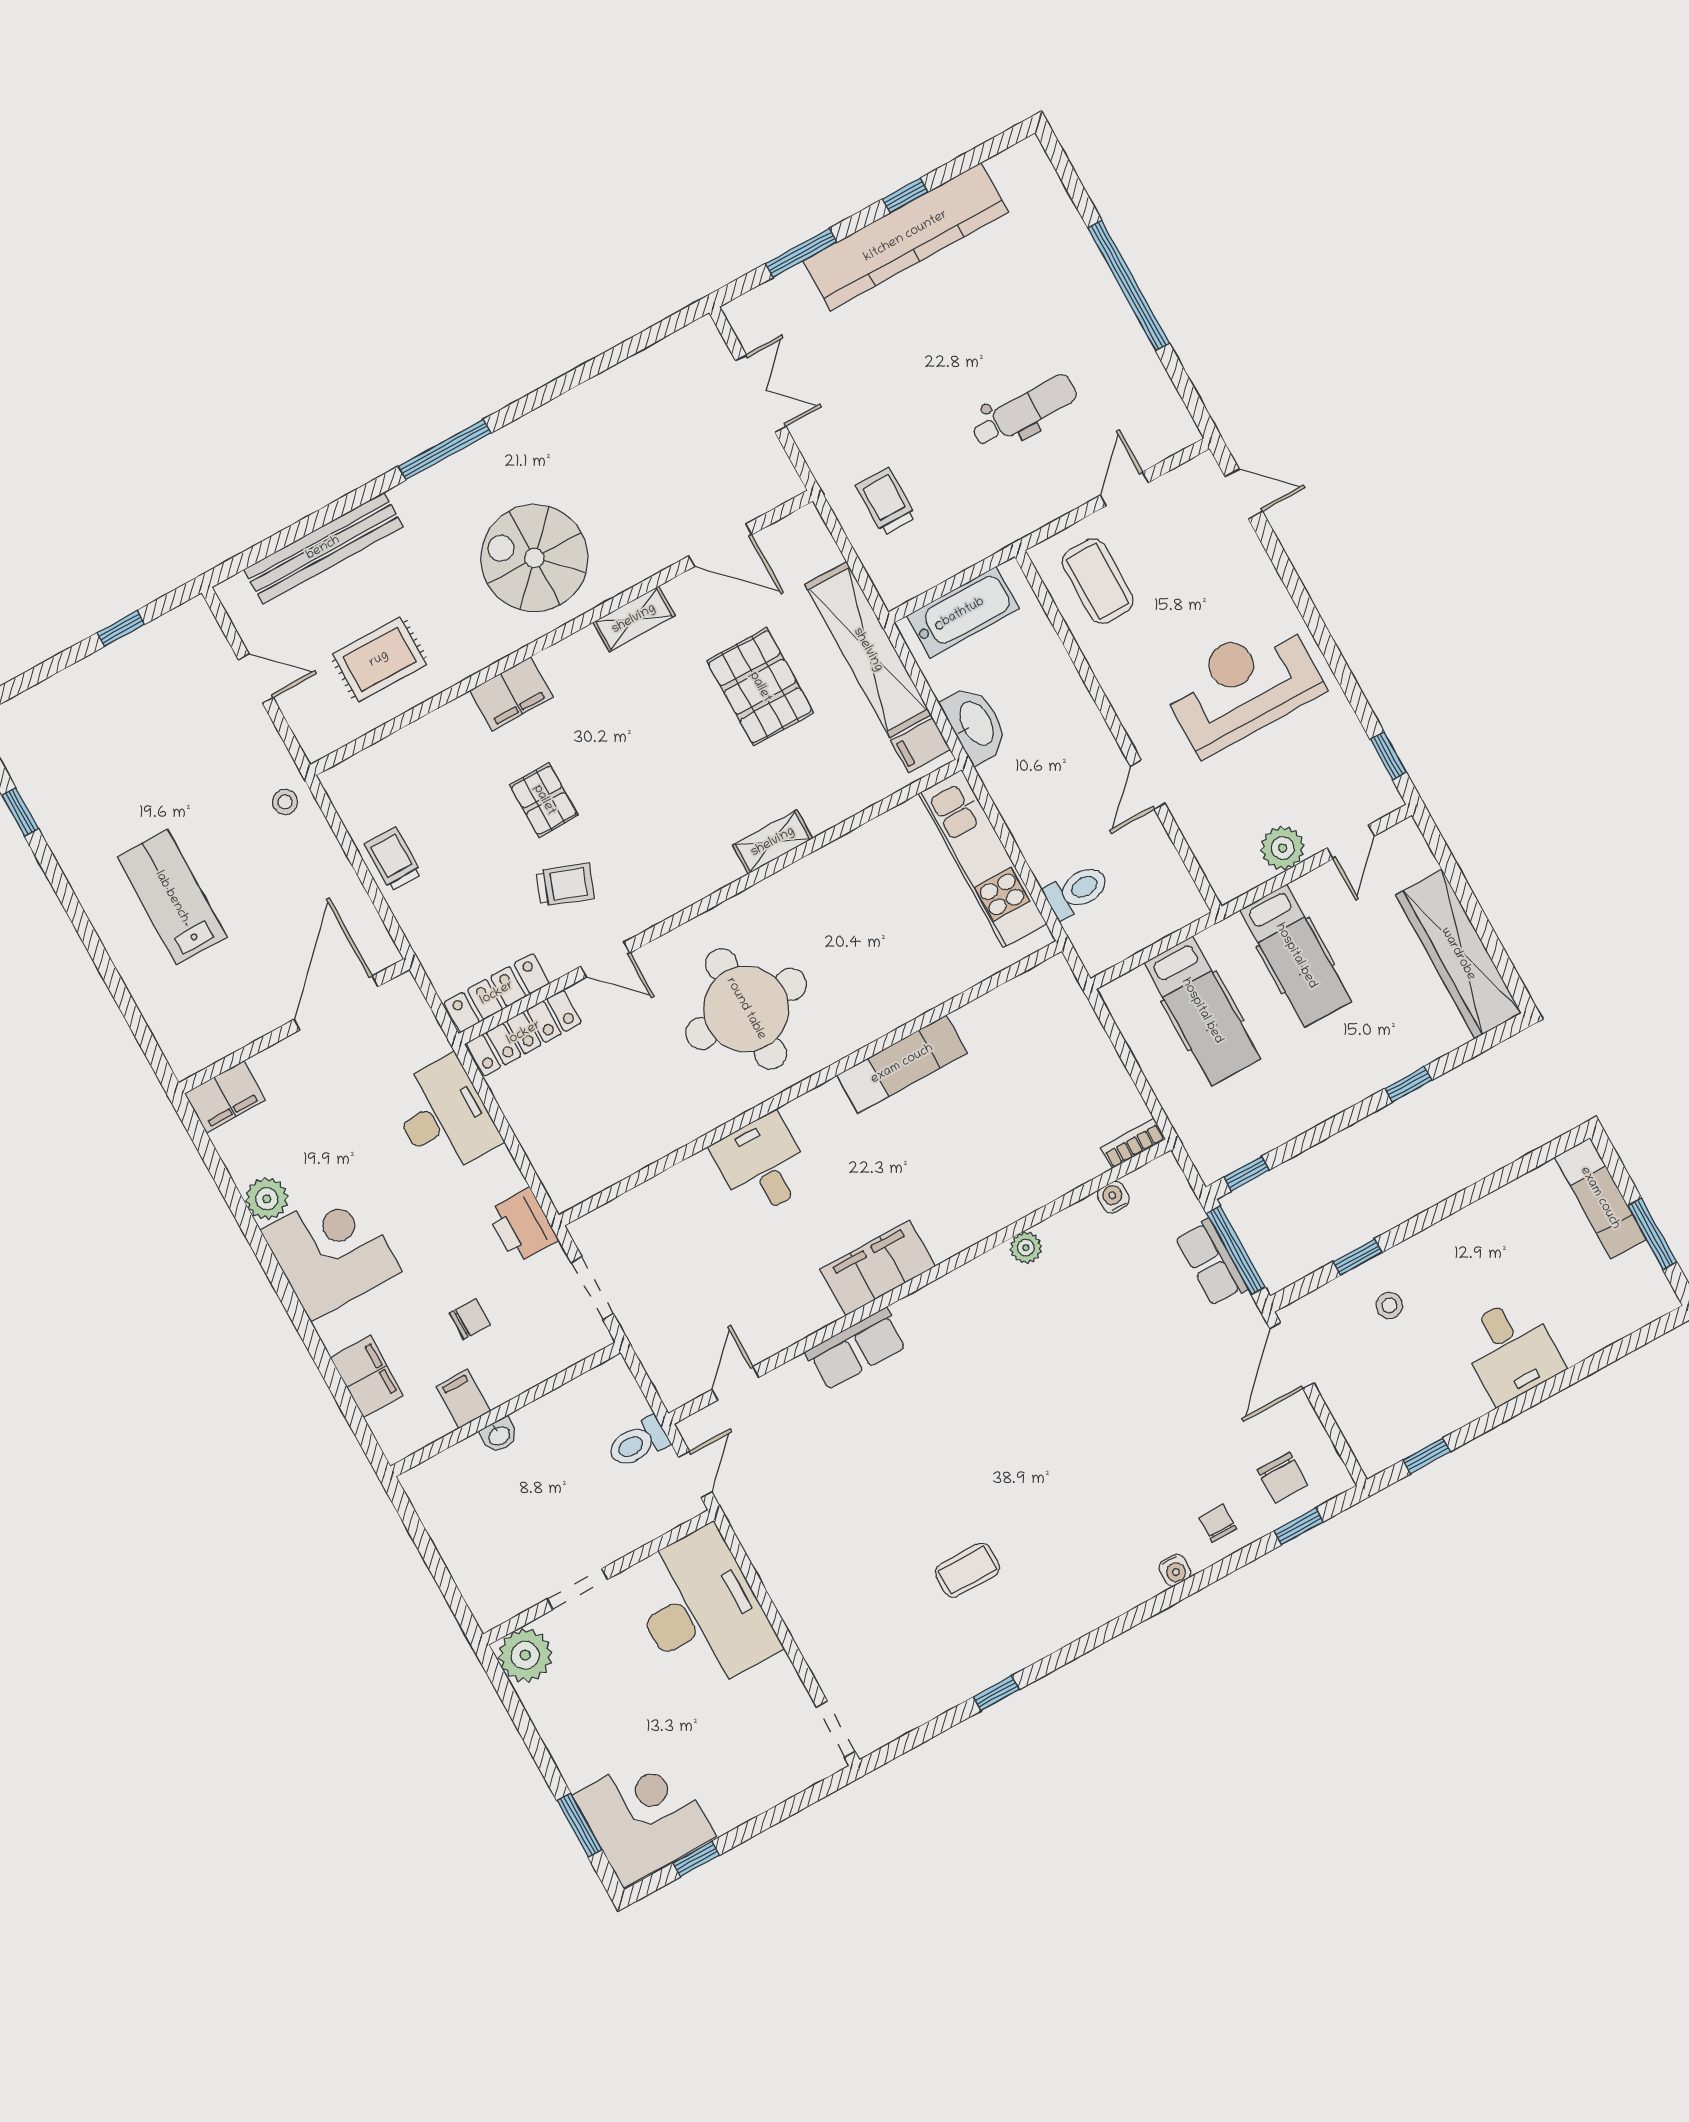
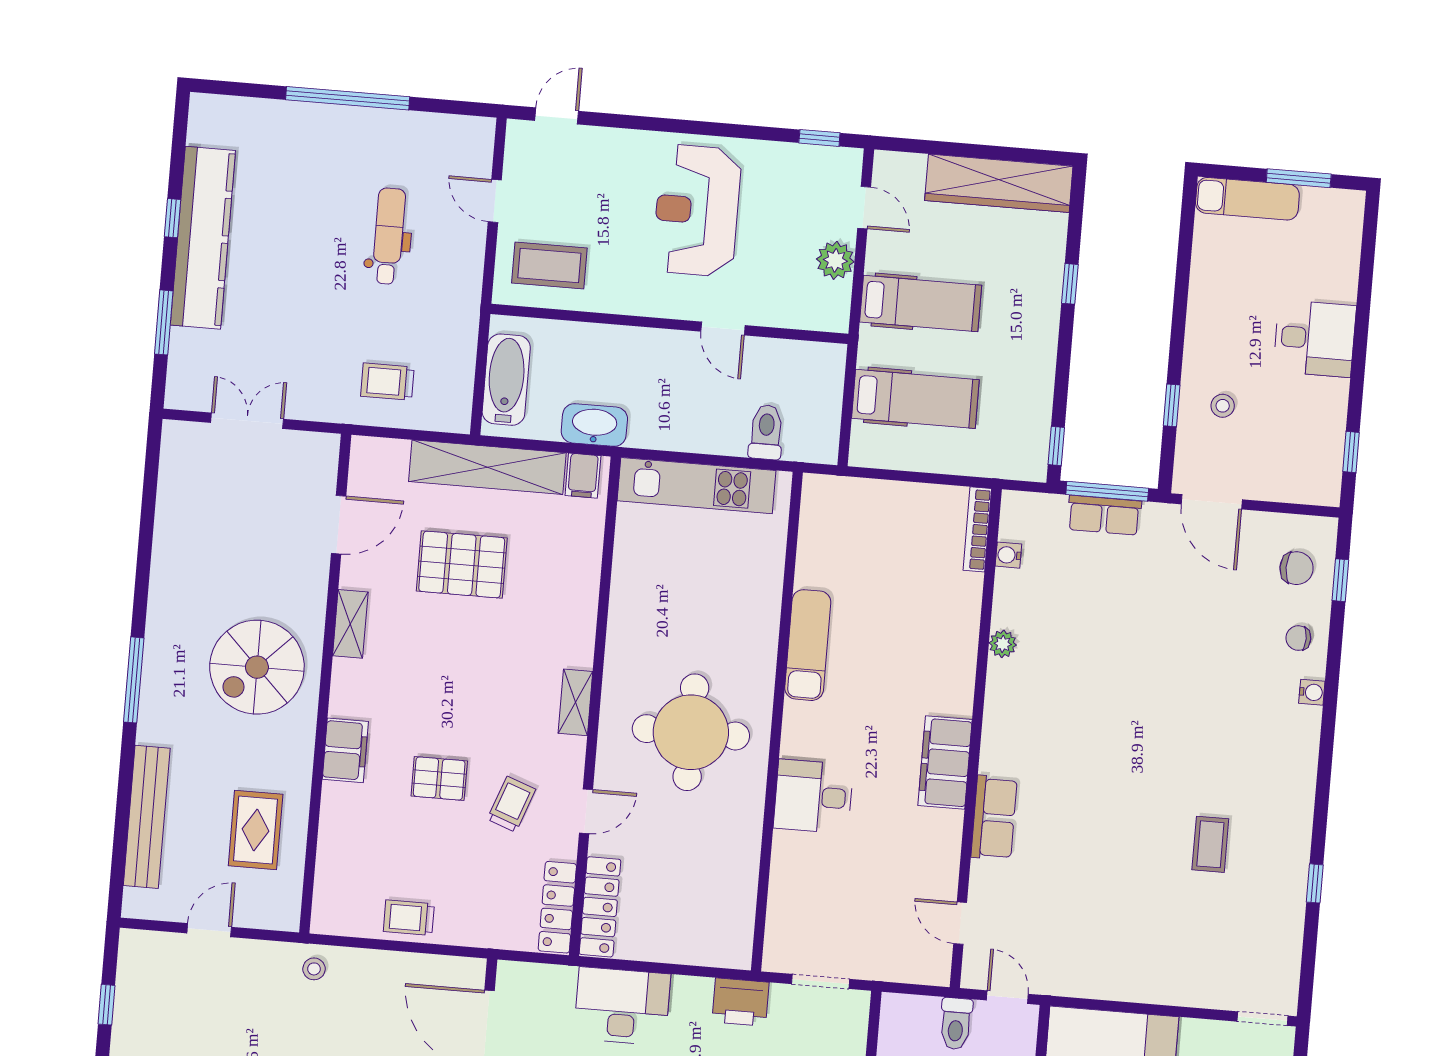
shelving: (773, 842) -> (575, 702), moved
bookcase: (1133, 1143) -> (977, 529), width x1.56

